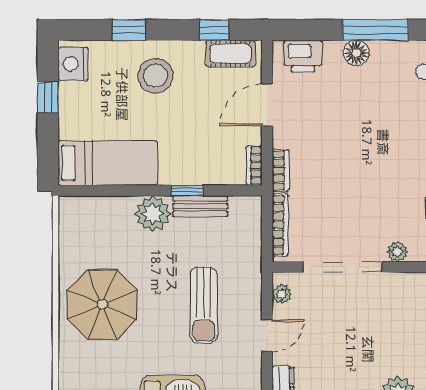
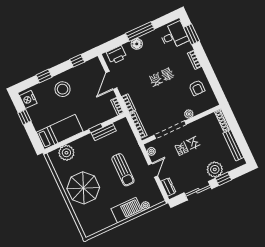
cot: (230, 54) -> (88, 67), removed
plant: (153, 214) -> (66, 153), moved

